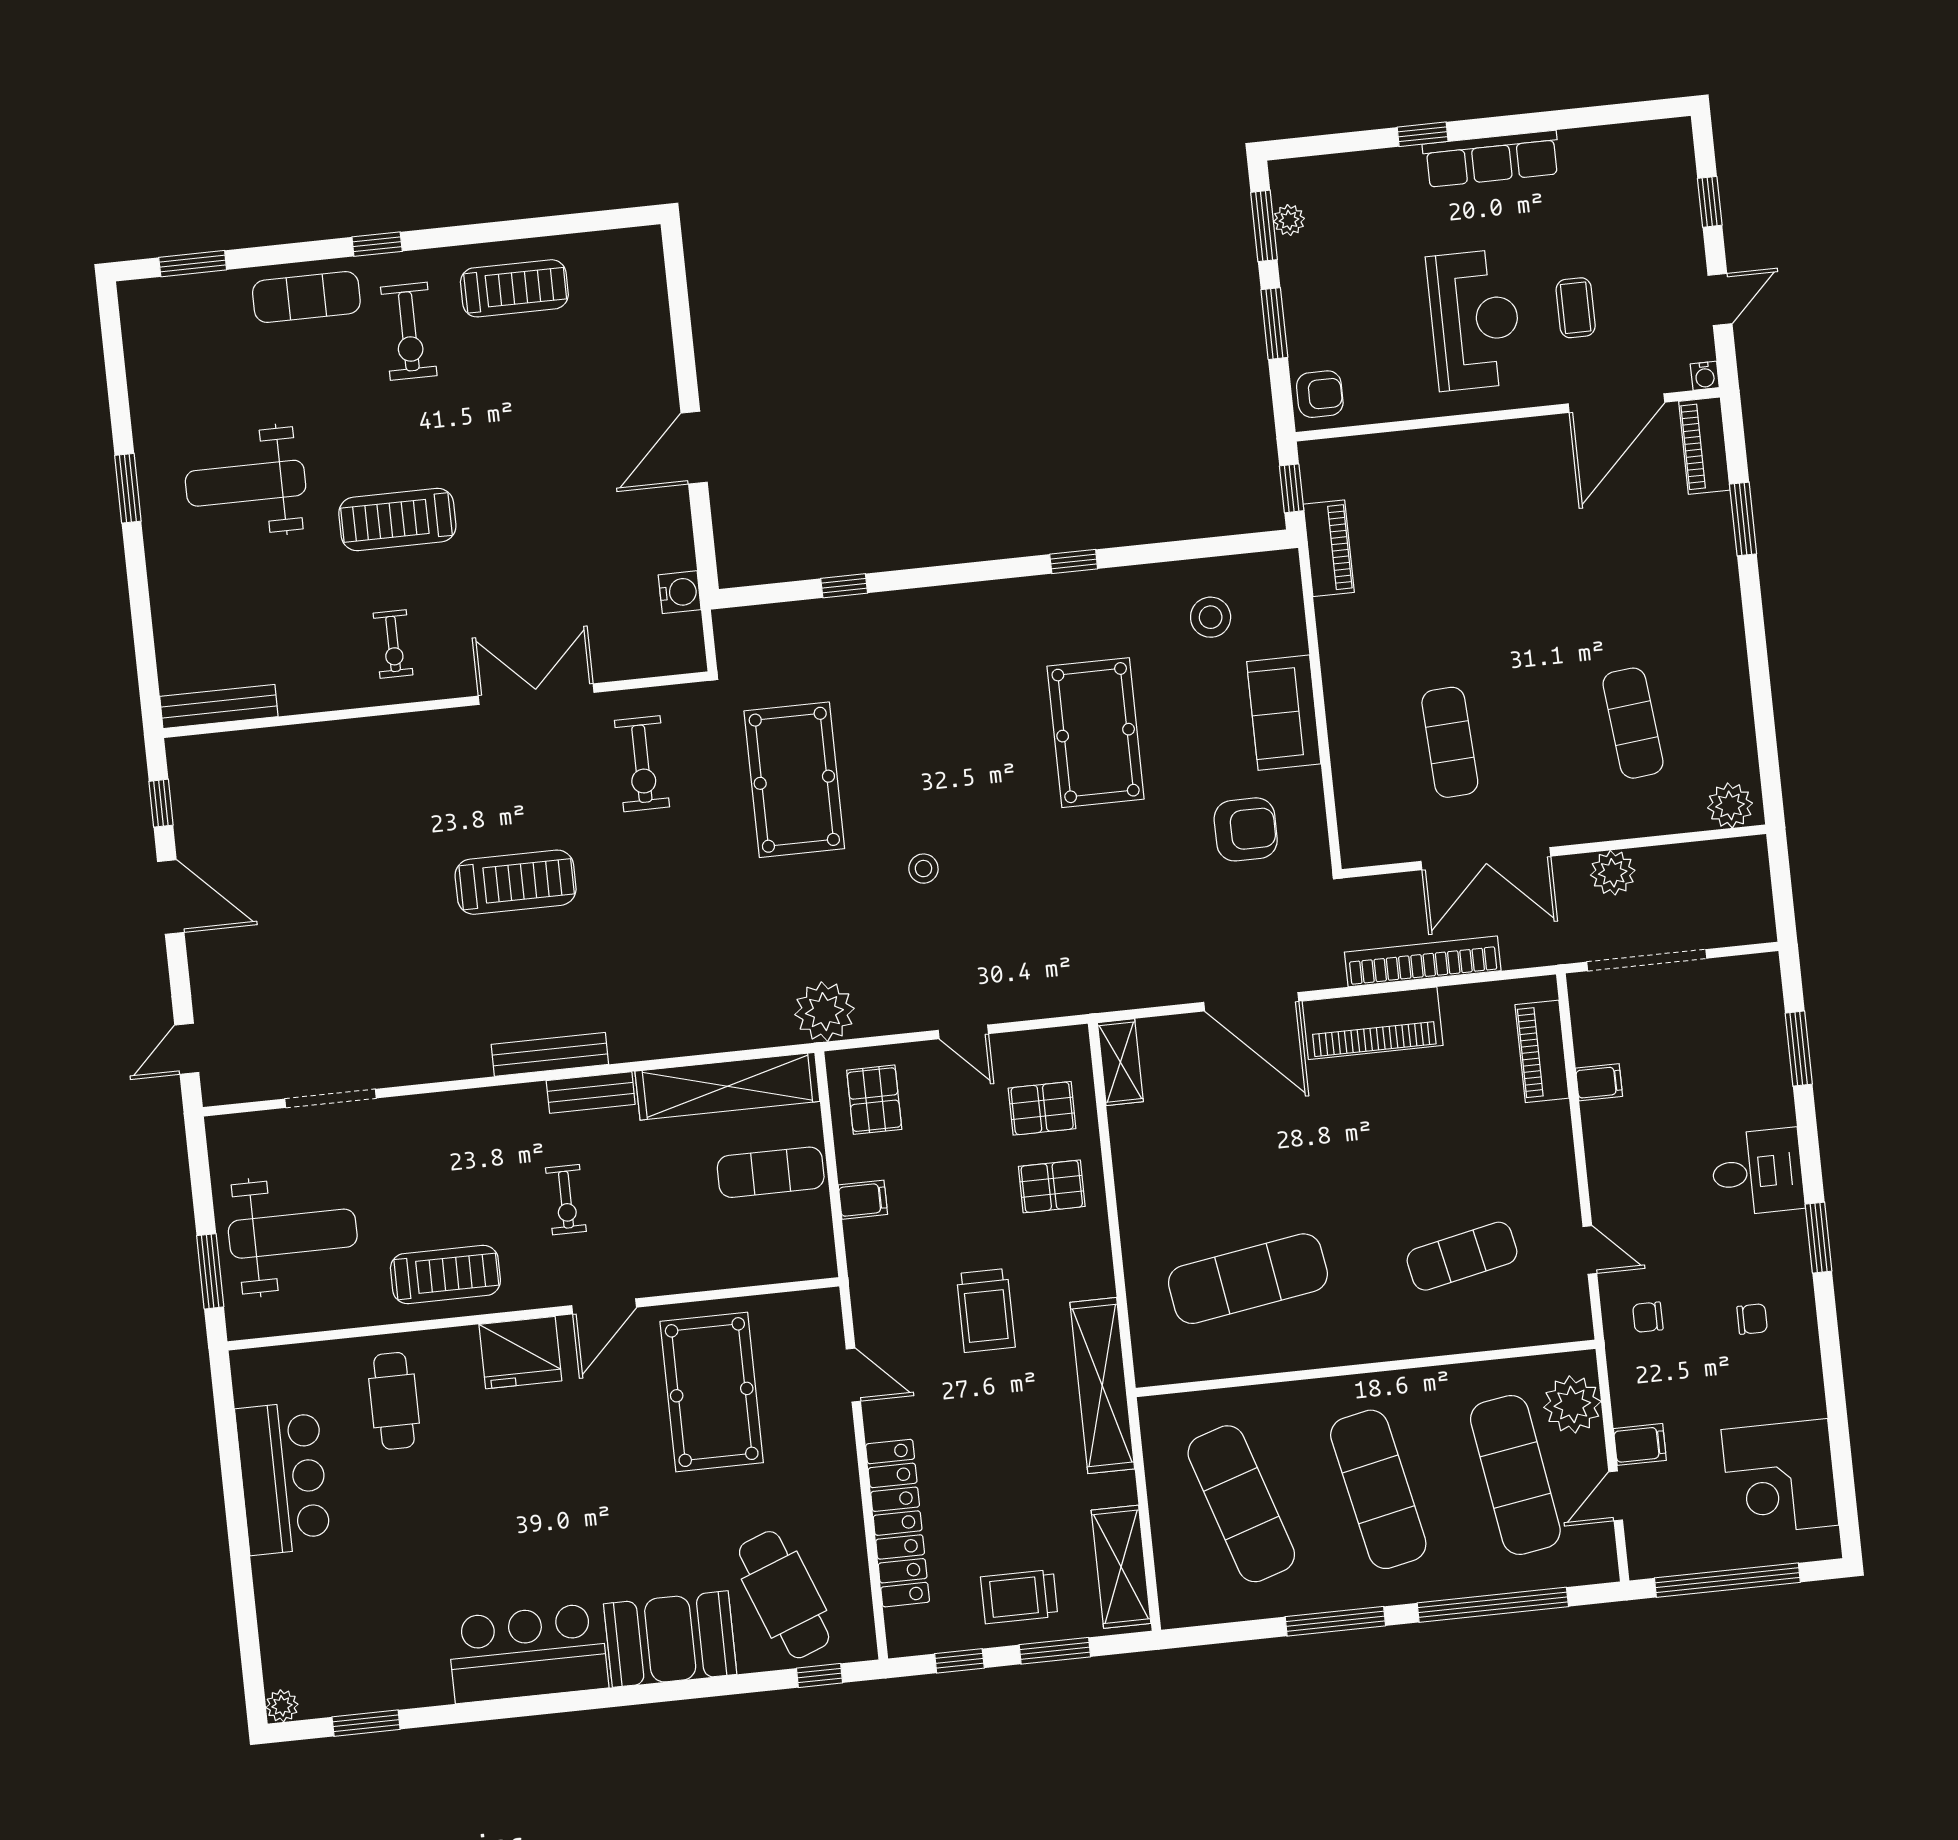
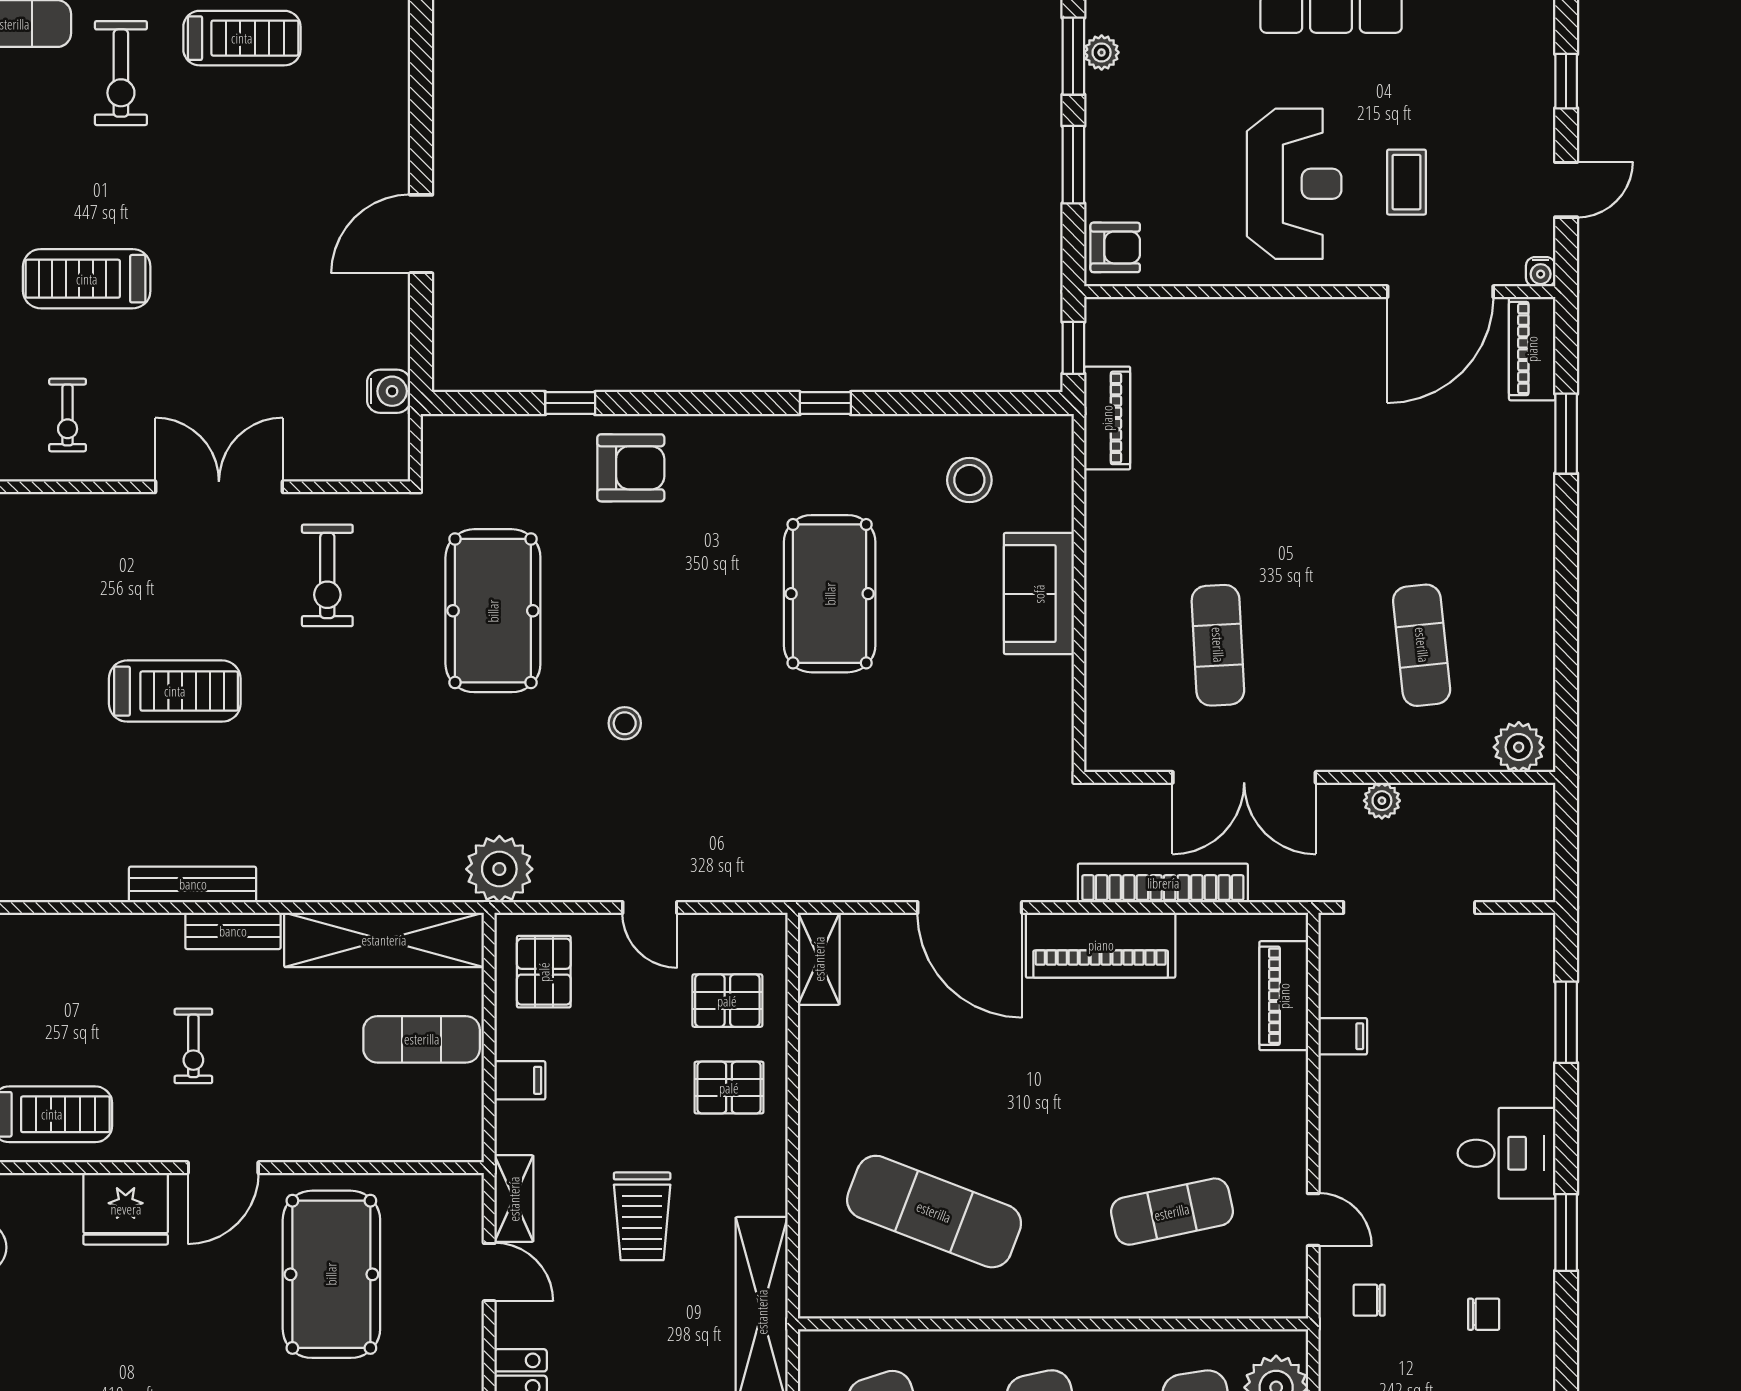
armchair: (1246, 829) -> (631, 468), moved
plant: (1613, 873) -> (1382, 801), width x0.73, depth x0.73
exercise mat: (1248, 1279) -> (934, 1212), turned 30
shelving: (869, 1307) -> (514, 1199), added

